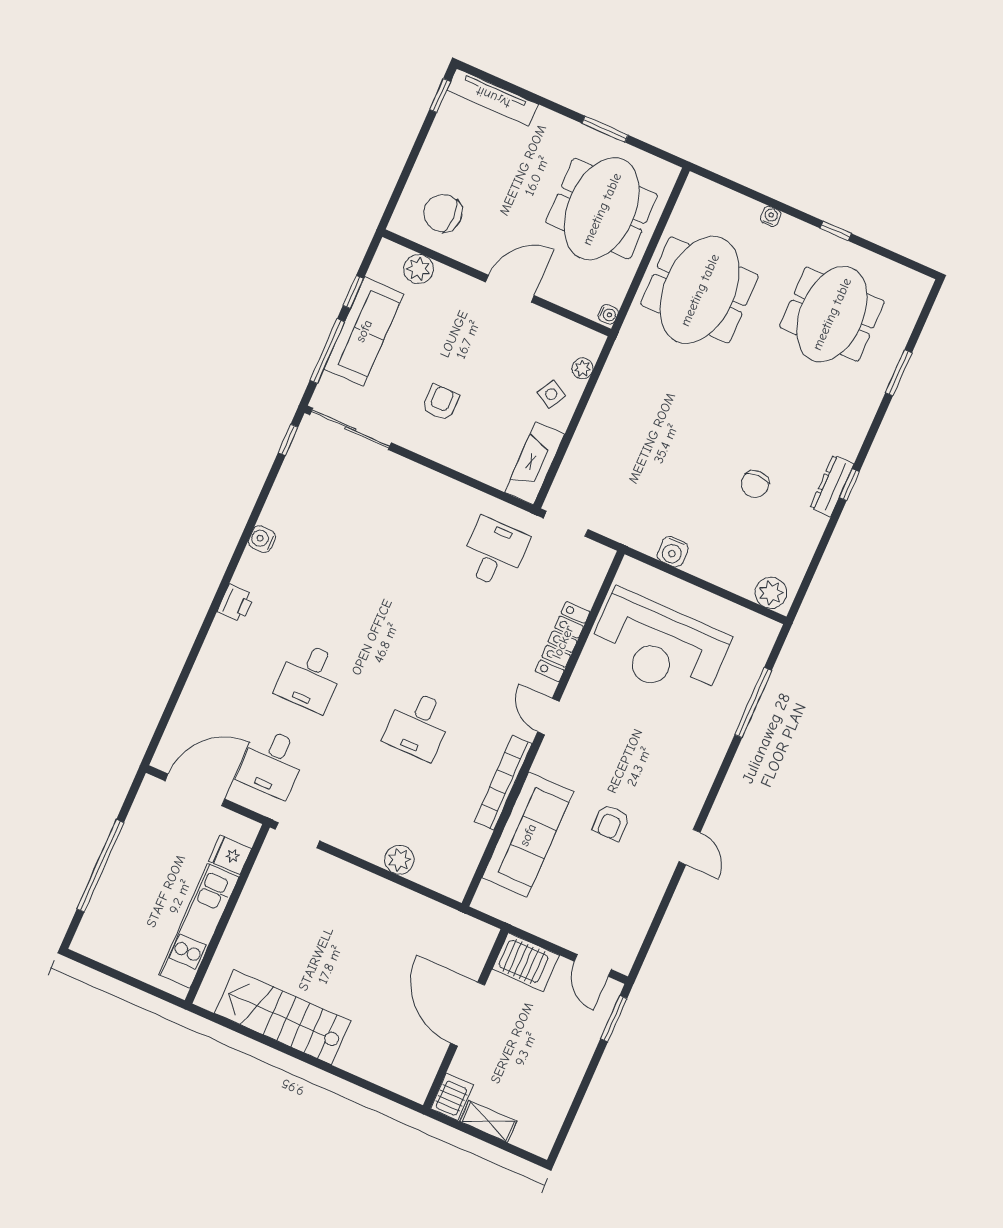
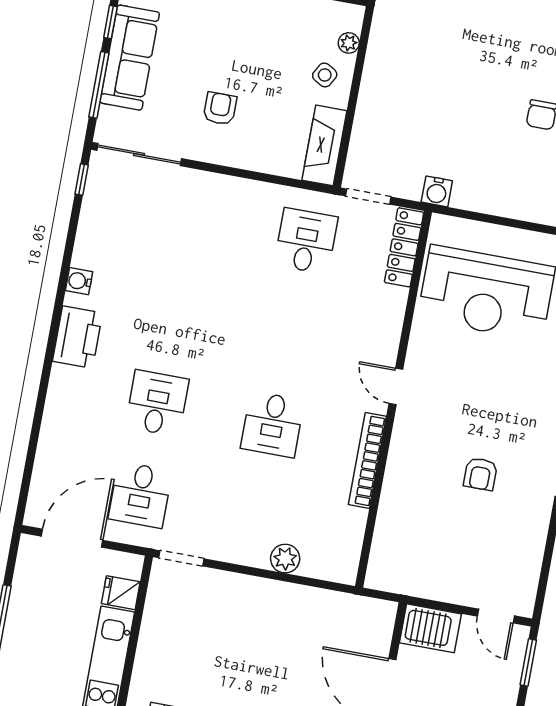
water cooler: (673, 552) -> (437, 191), moved
printer: (236, 603) -> (77, 337), width x1.87, depth x1.48
locker: (563, 642) -> (404, 247), moved
desk: (310, 677) -> (157, 403), turned 180
sofa: (528, 835) -> (403, 505), removed

